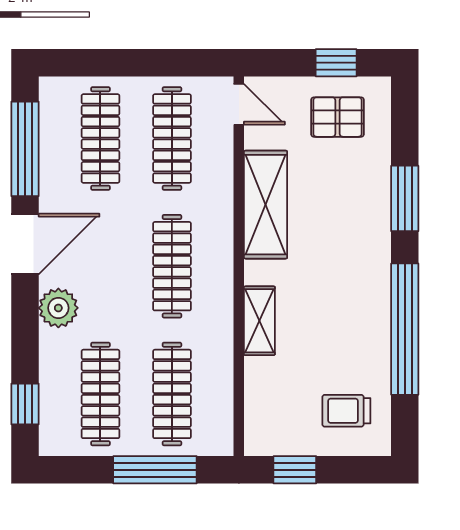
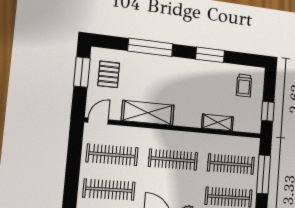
window: (336, 63) -> (82, 72), width x1.50
window: (405, 198) -> (150, 47), width x1.44
shelving: (259, 321) -> (217, 122), moved
window: (405, 329) -> (210, 55), width x0.47

